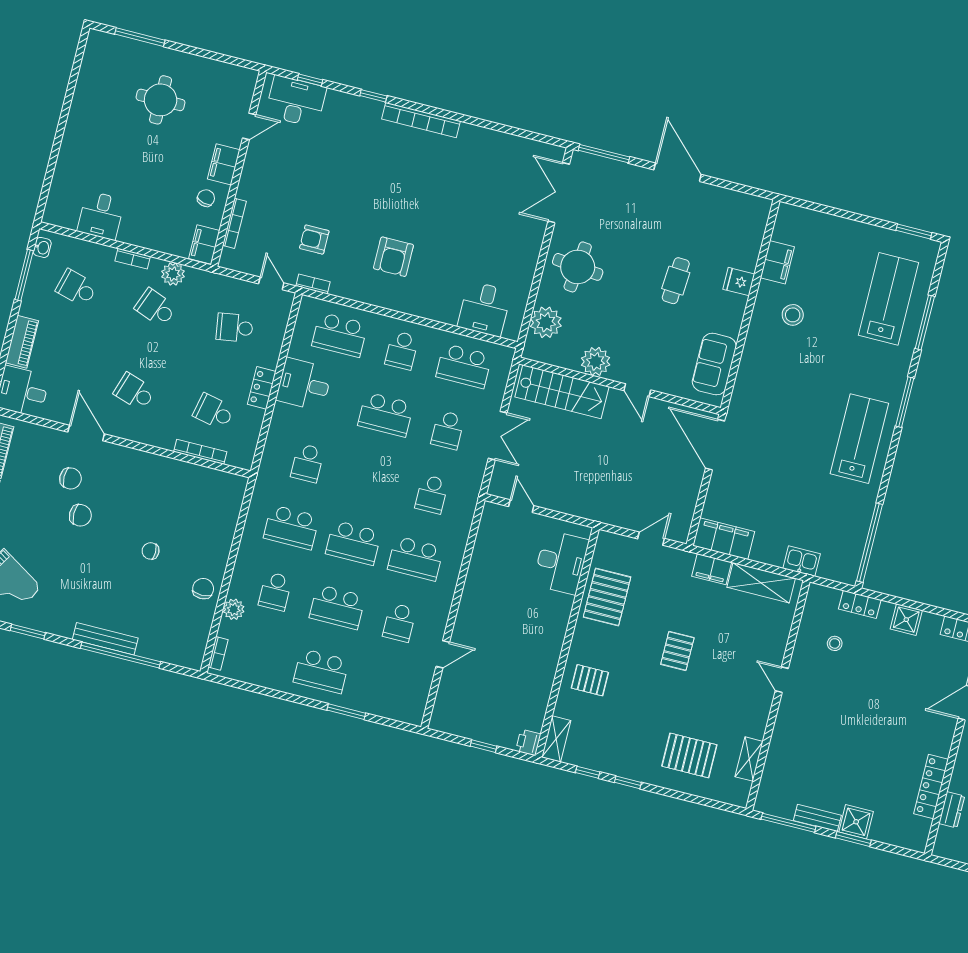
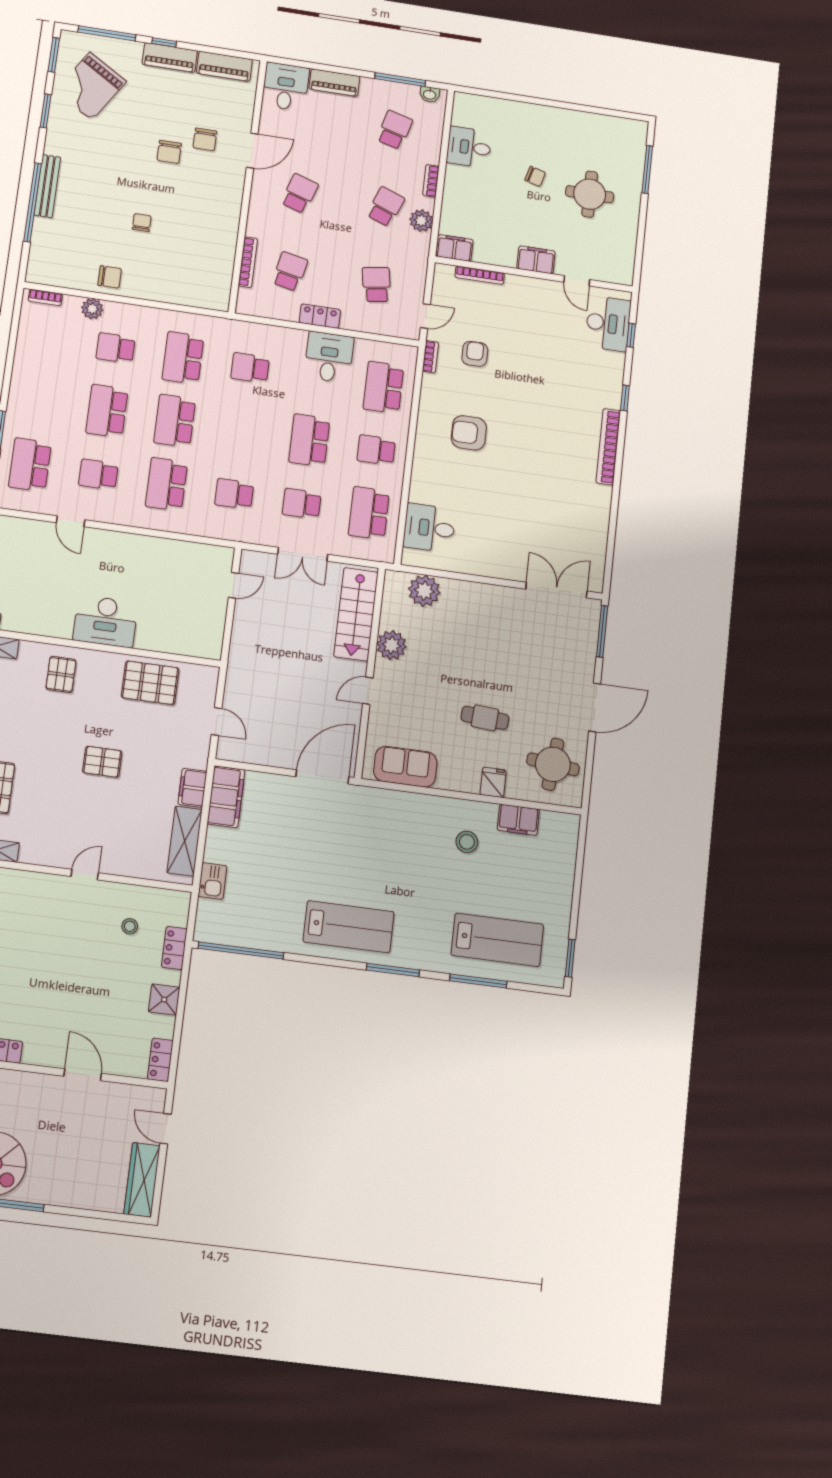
chair: (206, 198) -> (535, 176), moved
round table: (578, 267) -> (553, 764), moved
desk: (561, 562) -> (105, 621), moved
school desk: (321, 671) -> (30, 465), moved

